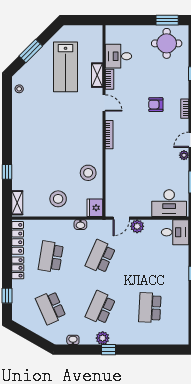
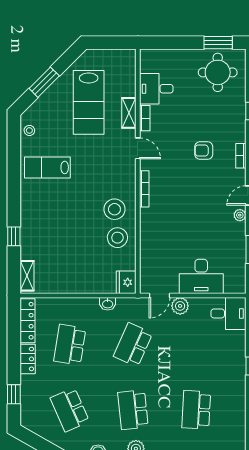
lab bench: (33, 118) -> (47, 167), added
stool: (58, 199) -> (114, 209), moved
desk: (169, 203) -> (201, 276), moved
school desk: (100, 308) -> (133, 410), turned -30

